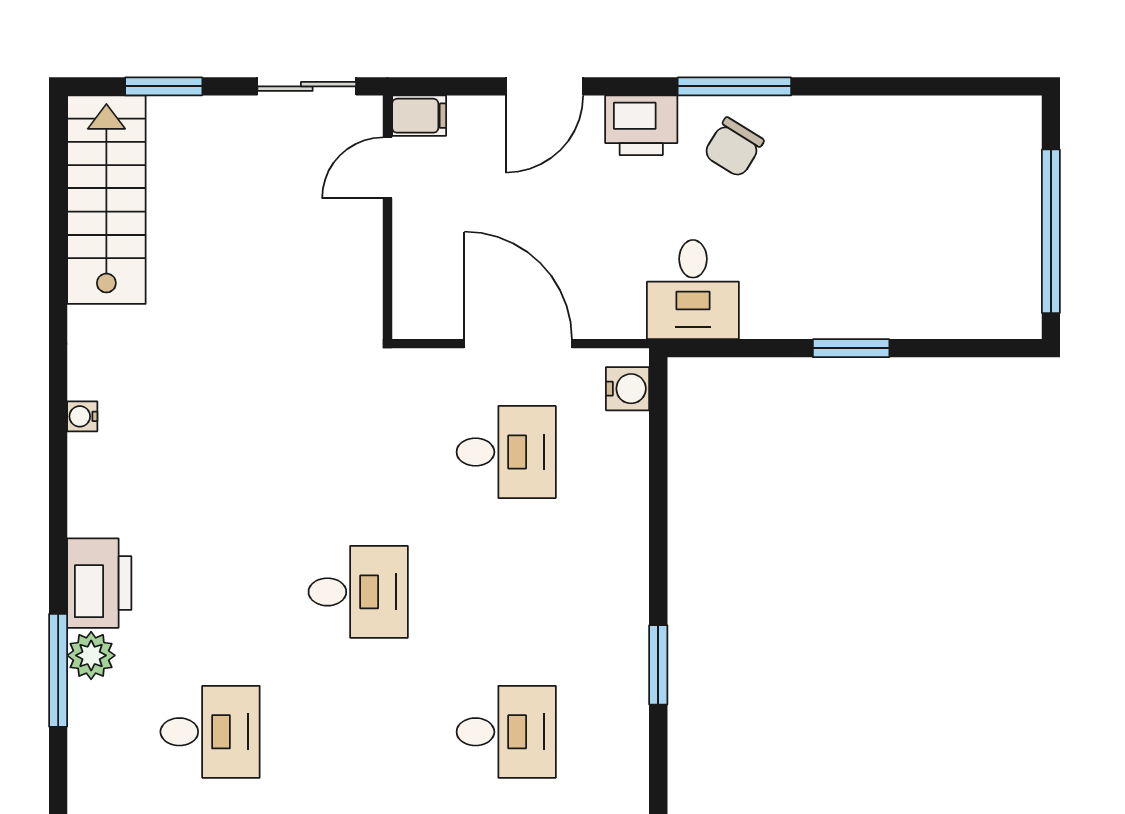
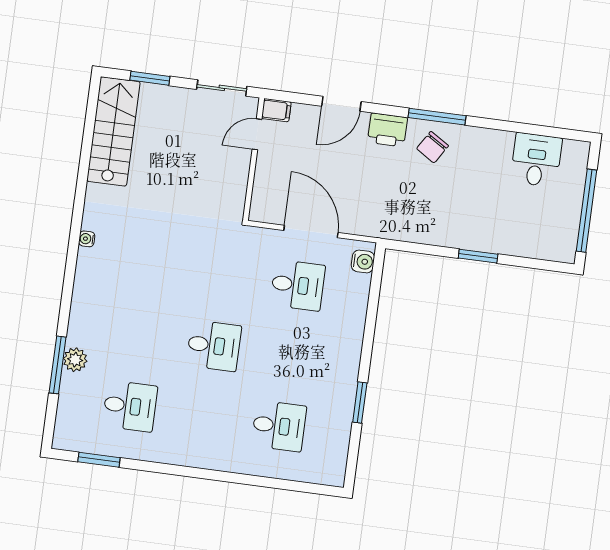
desk: (693, 290) -> (536, 160), moved, turned 180
printer: (99, 583) -> (84, 324), removed

